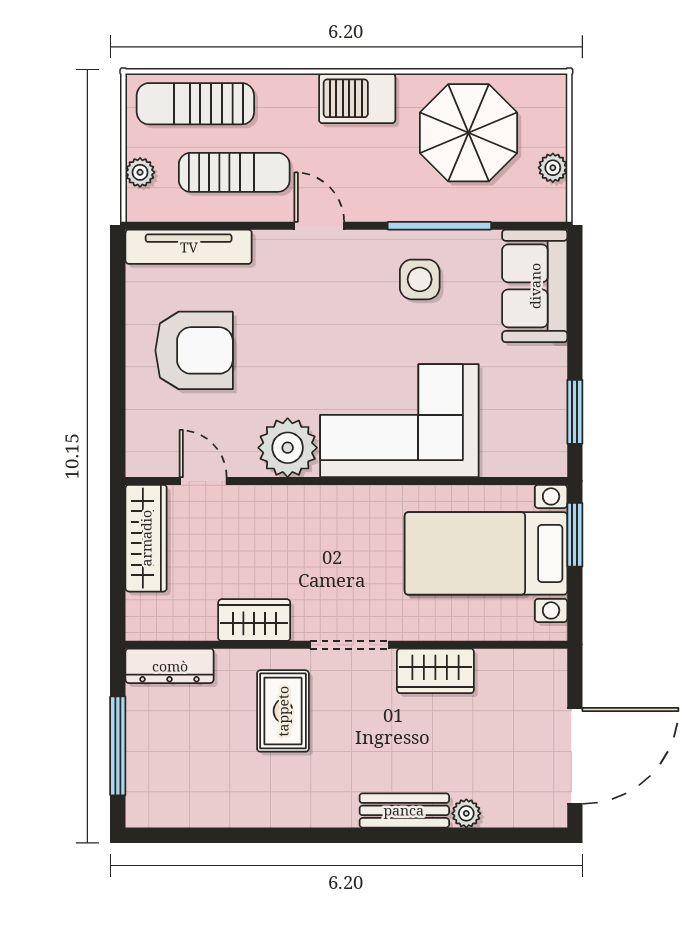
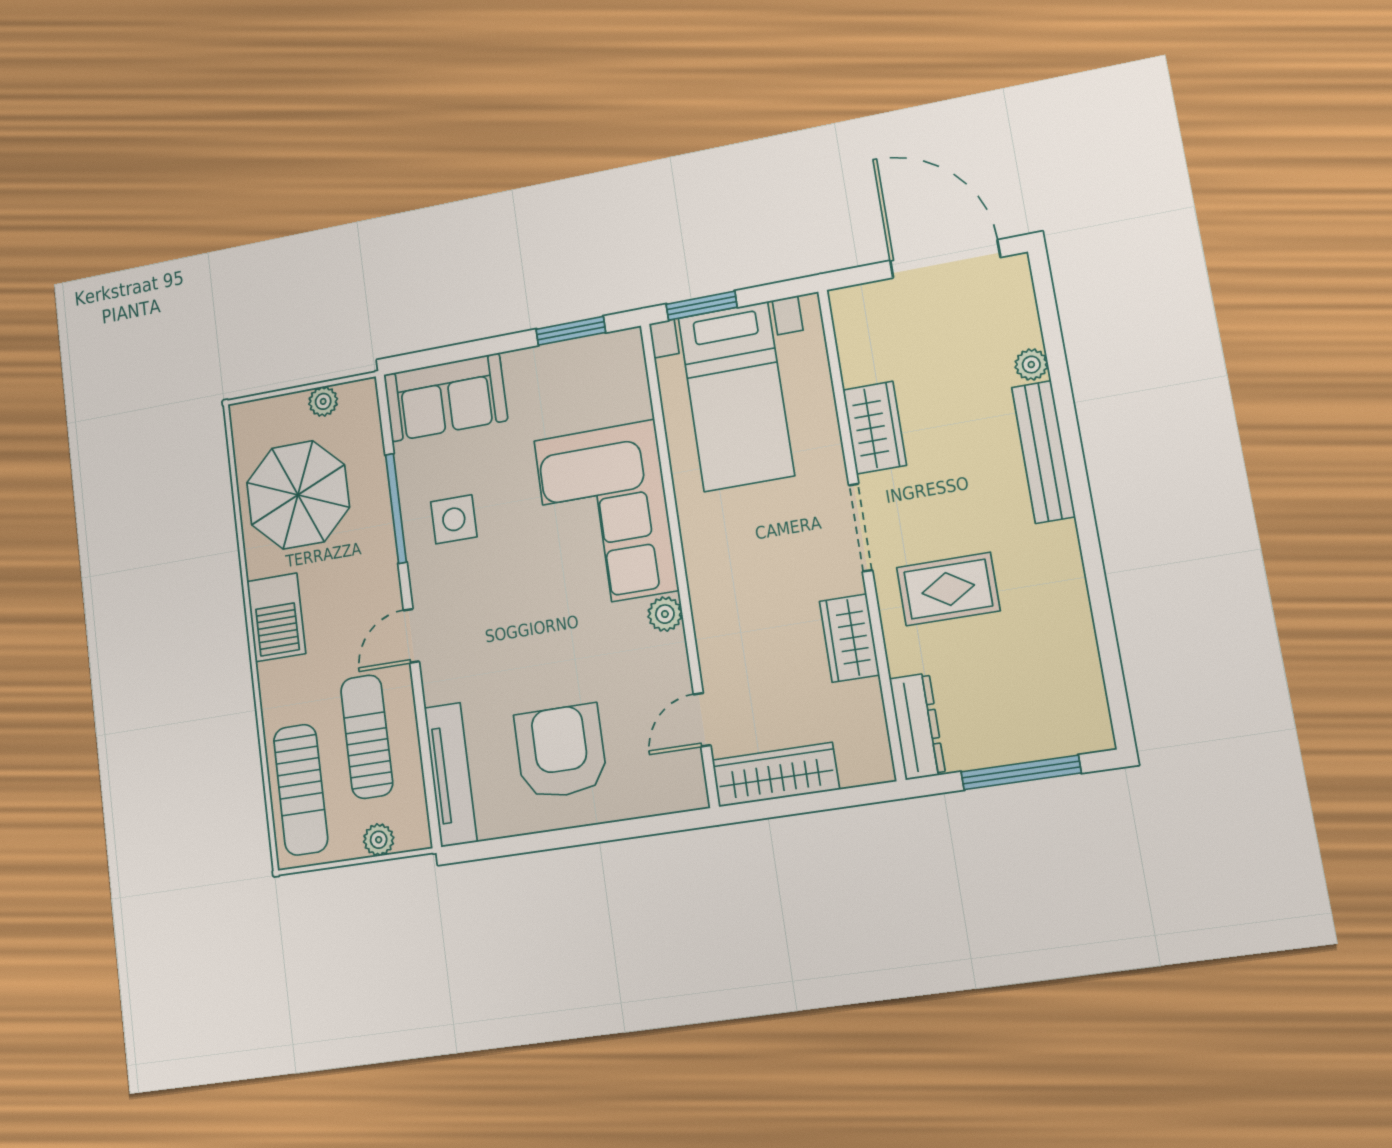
plant: (288, 448) -> (665, 614), width x0.53, depth x0.53
bench: (404, 810) -> (1043, 452), width x1.36

